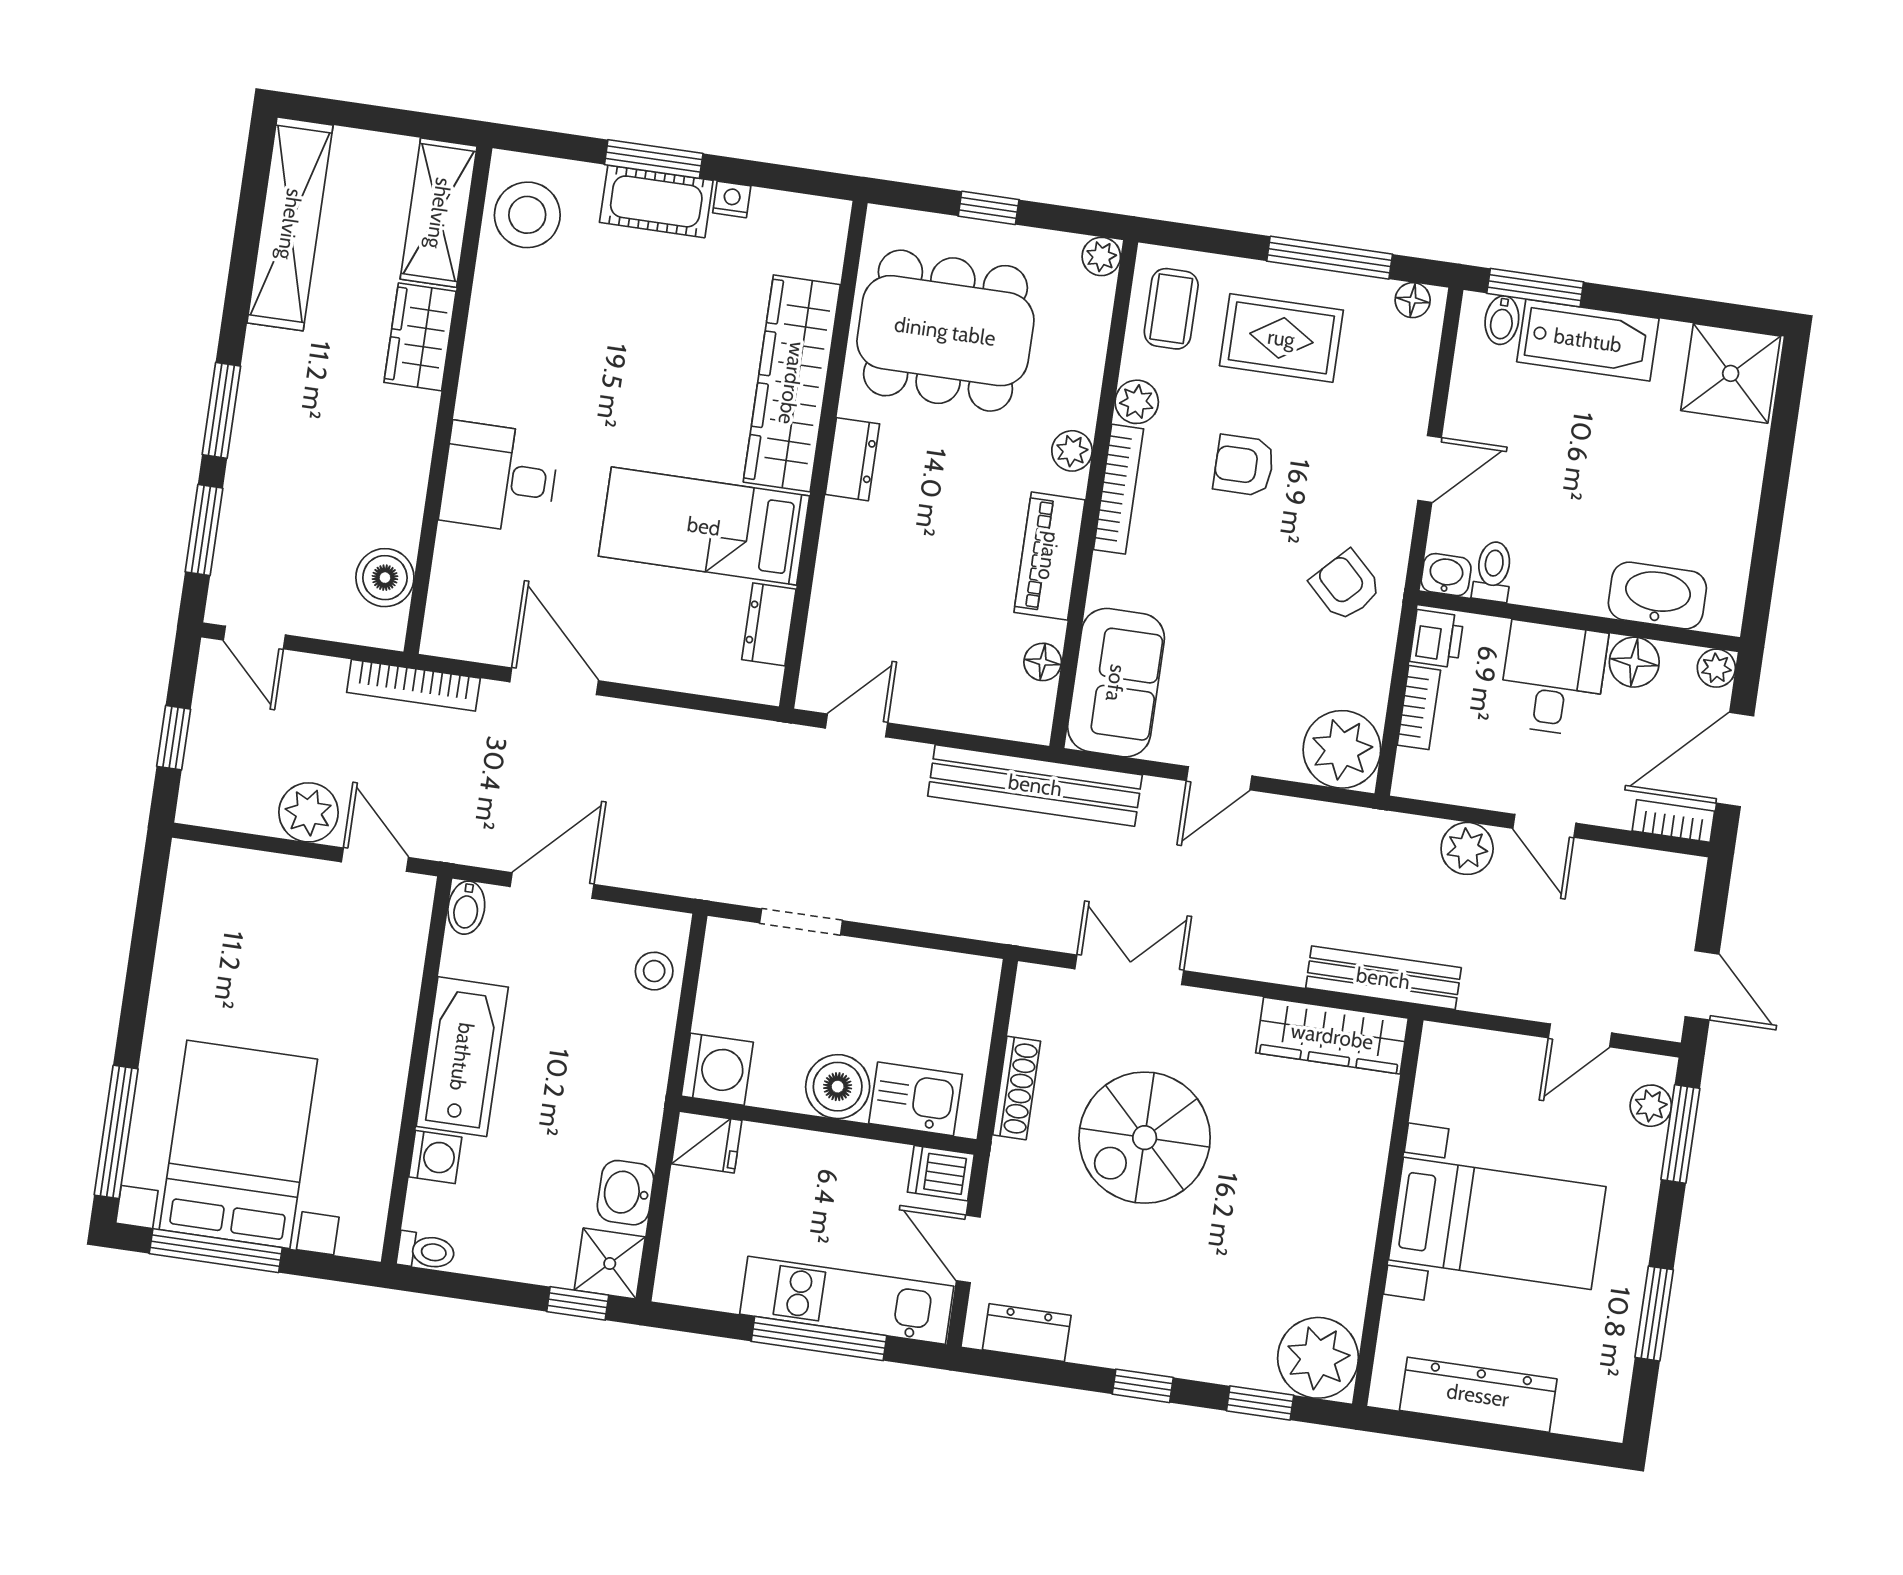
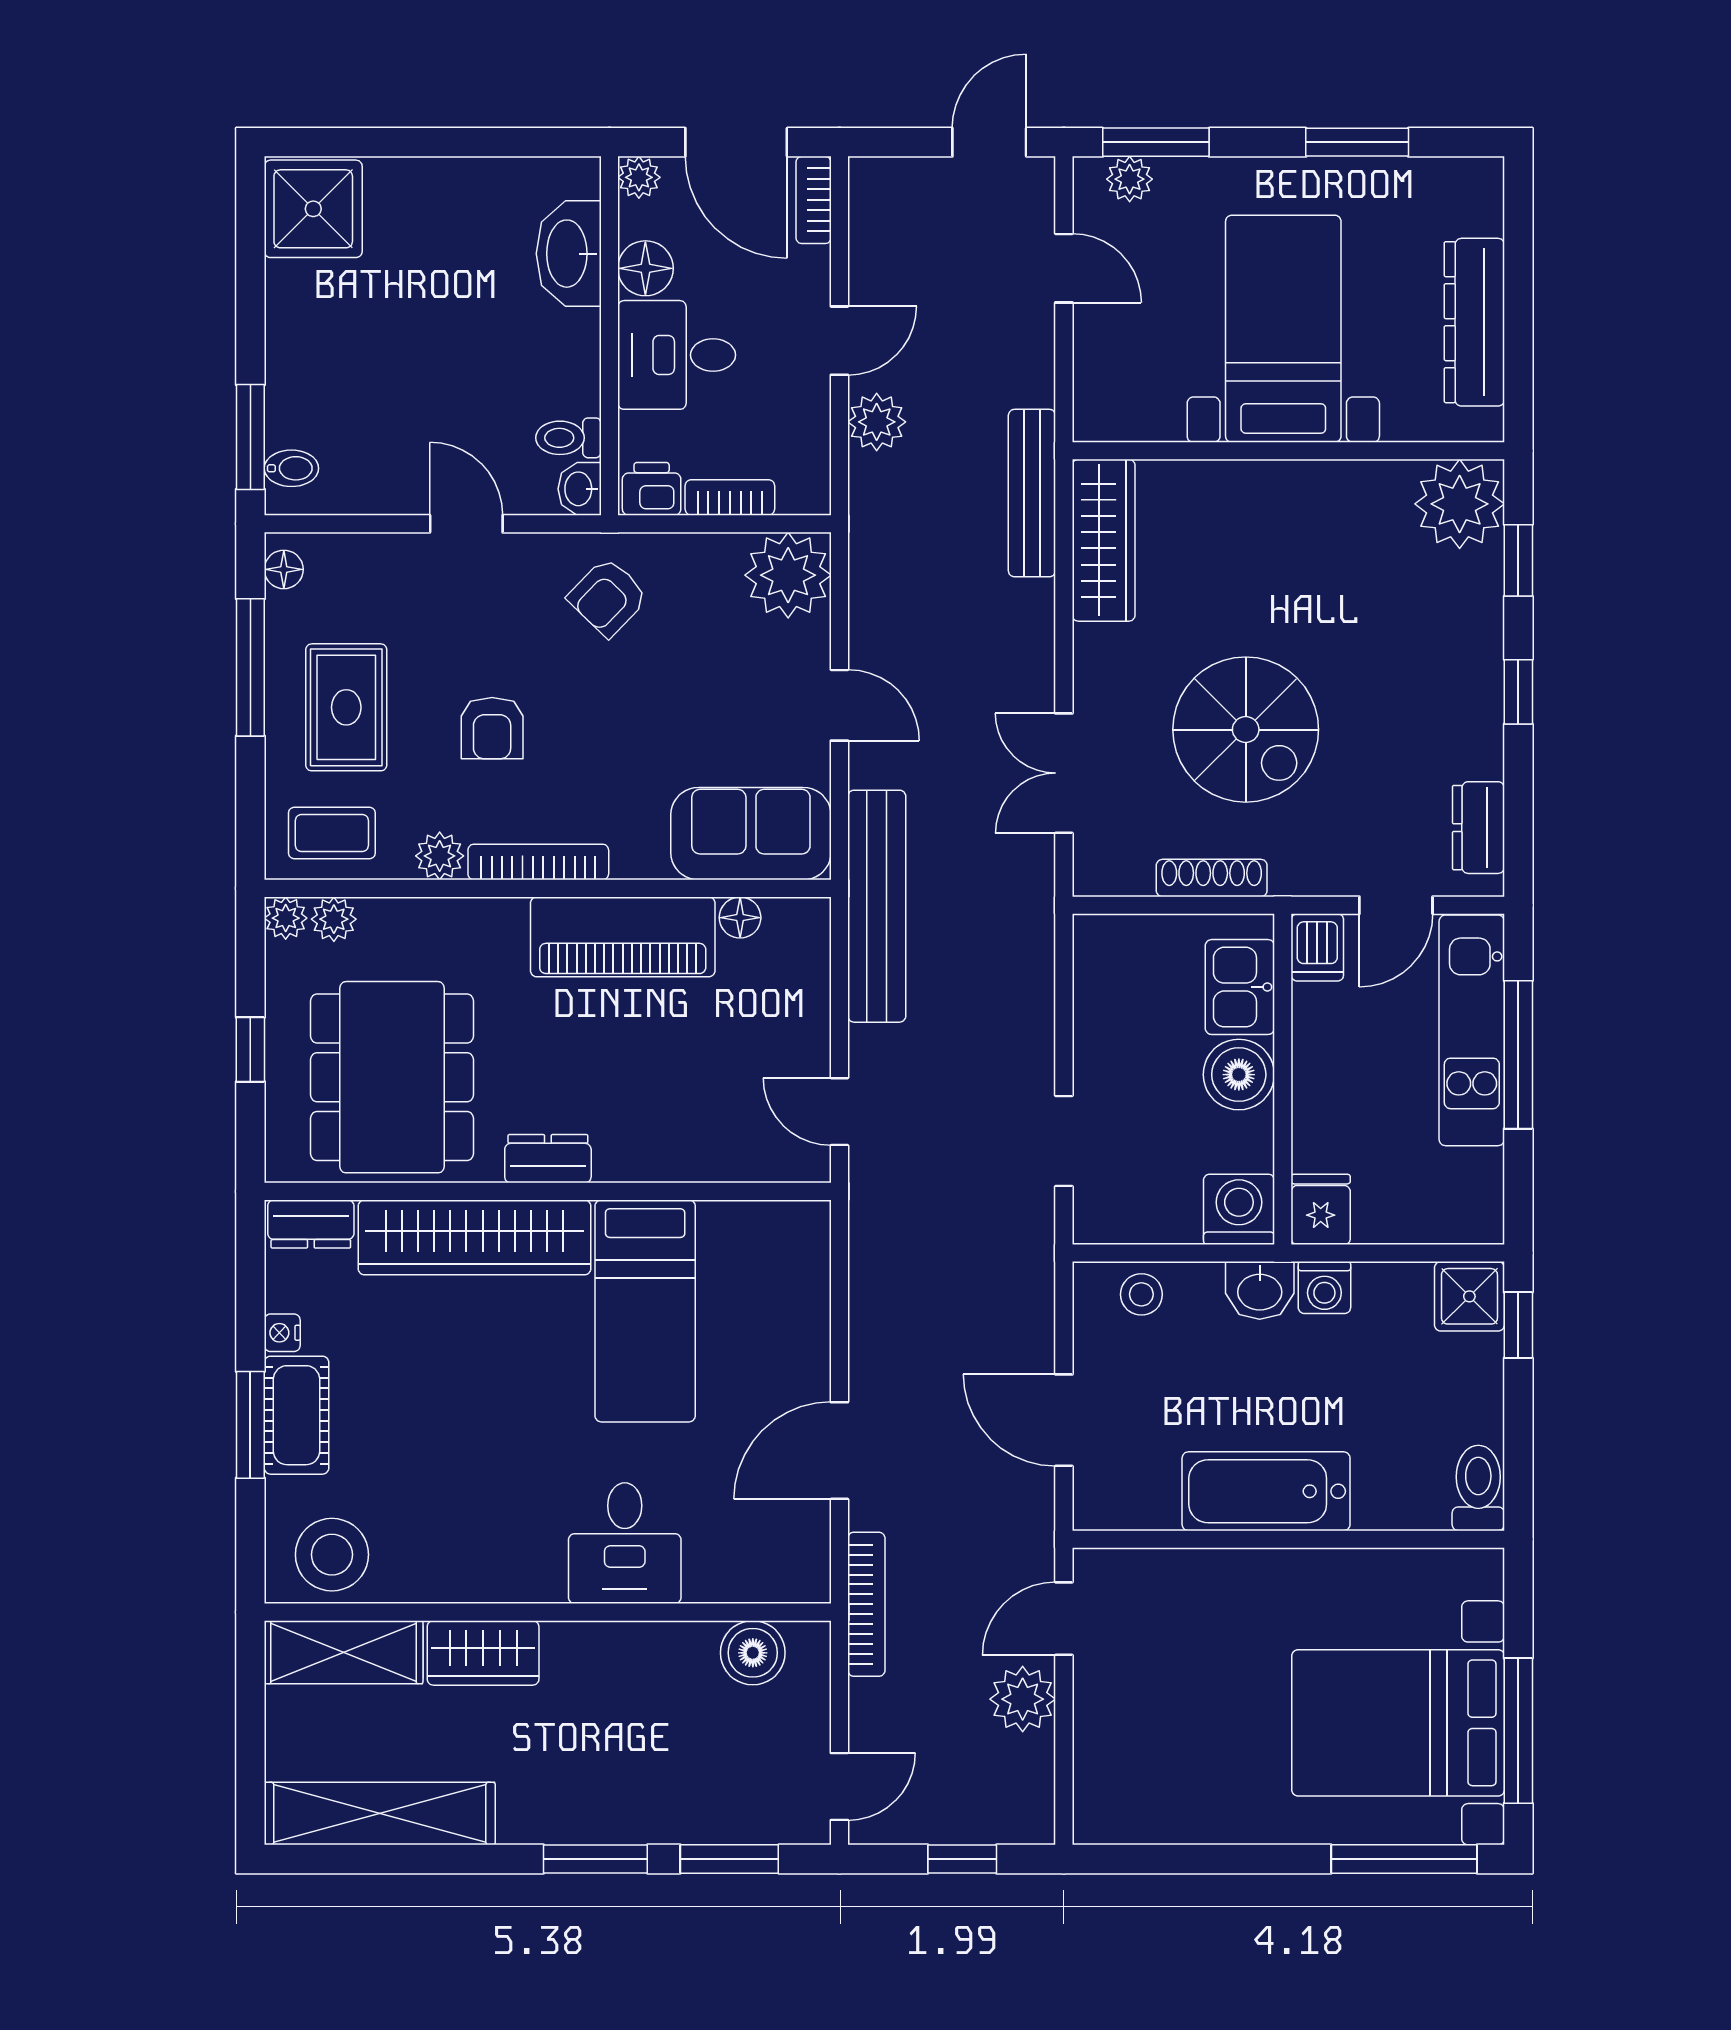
bathtub: (1588, 340) -> (300, 371), removed
plant: (1072, 451) -> (334, 919), moved
piano: (1049, 556) -> (623, 937), width x1.37, depth x1.33
dresser: (769, 624) -> (311, 1224), moved
bidet: (466, 908) -> (1102, 1511), removed
washing machine: (435, 1157) -> (1324, 1288), moved, turned 180
washbasin: (625, 1193) -> (1260, 1290), moved
toilet: (426, 1251) -> (1478, 1488), width x1.37, depth x1.39

